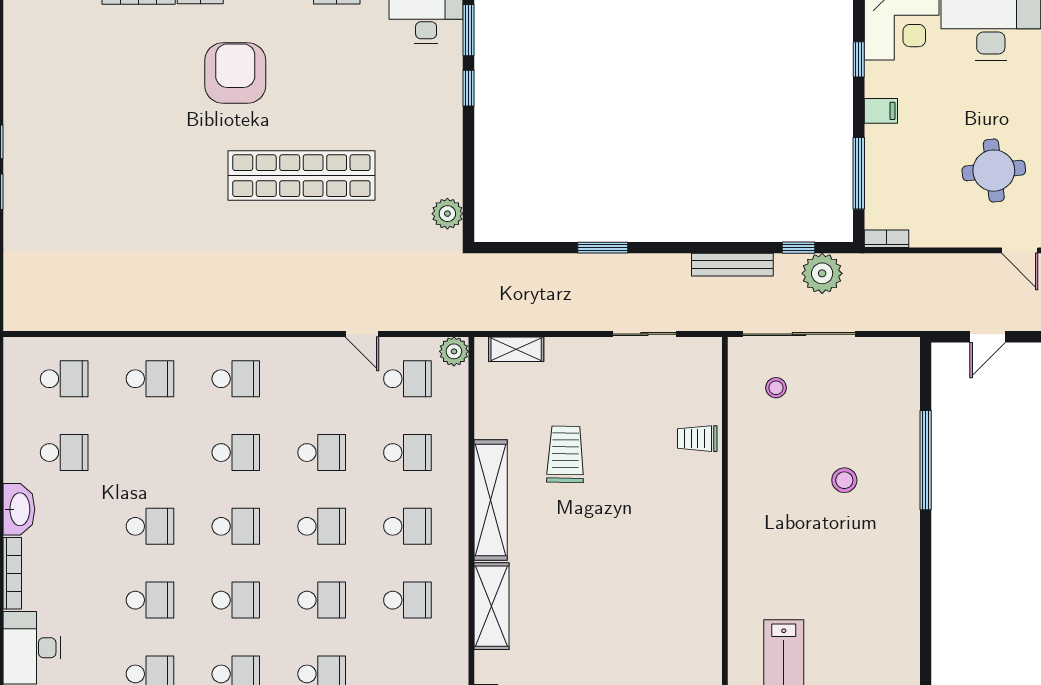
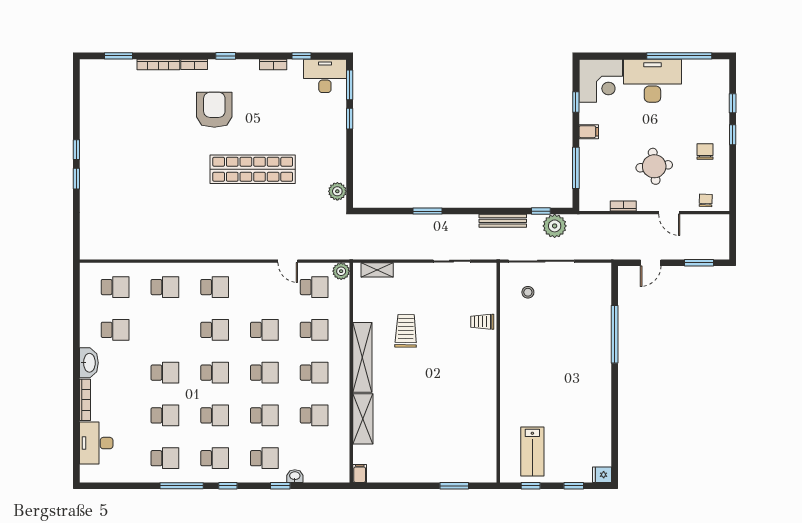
bookcase: (886, 239) -> (623, 206), moved
stool: (844, 480) -> (568, 346), removed

